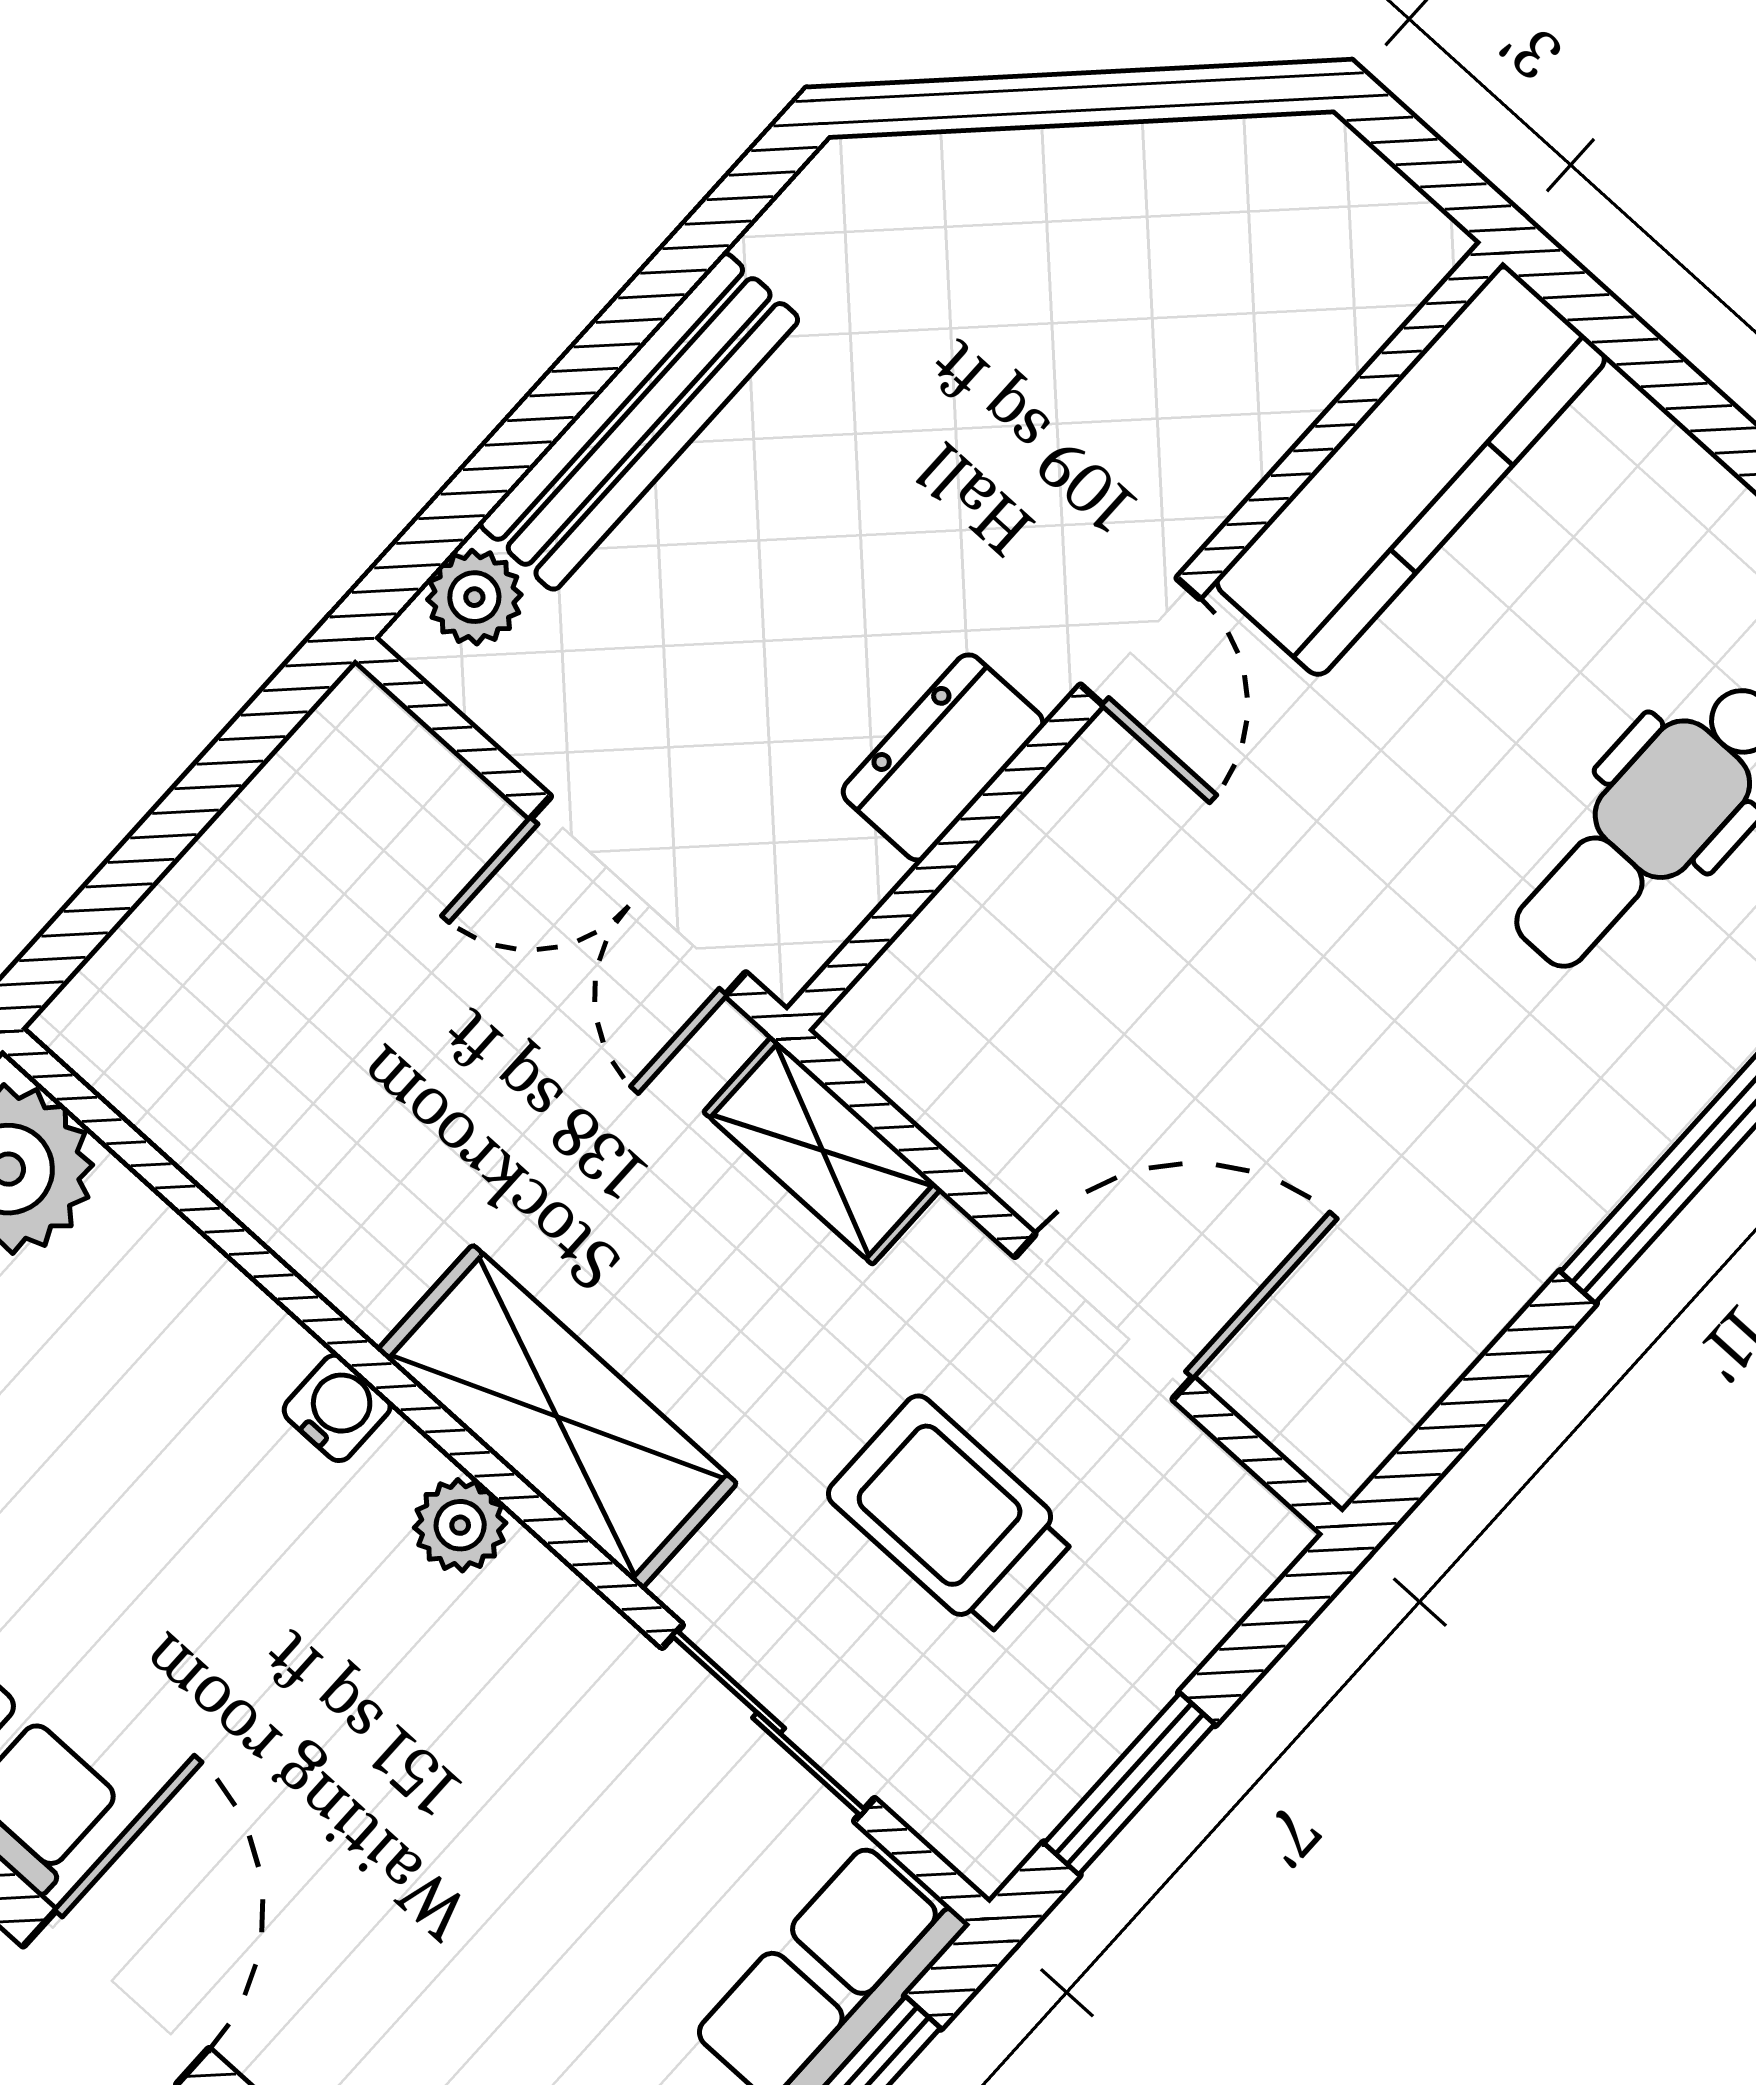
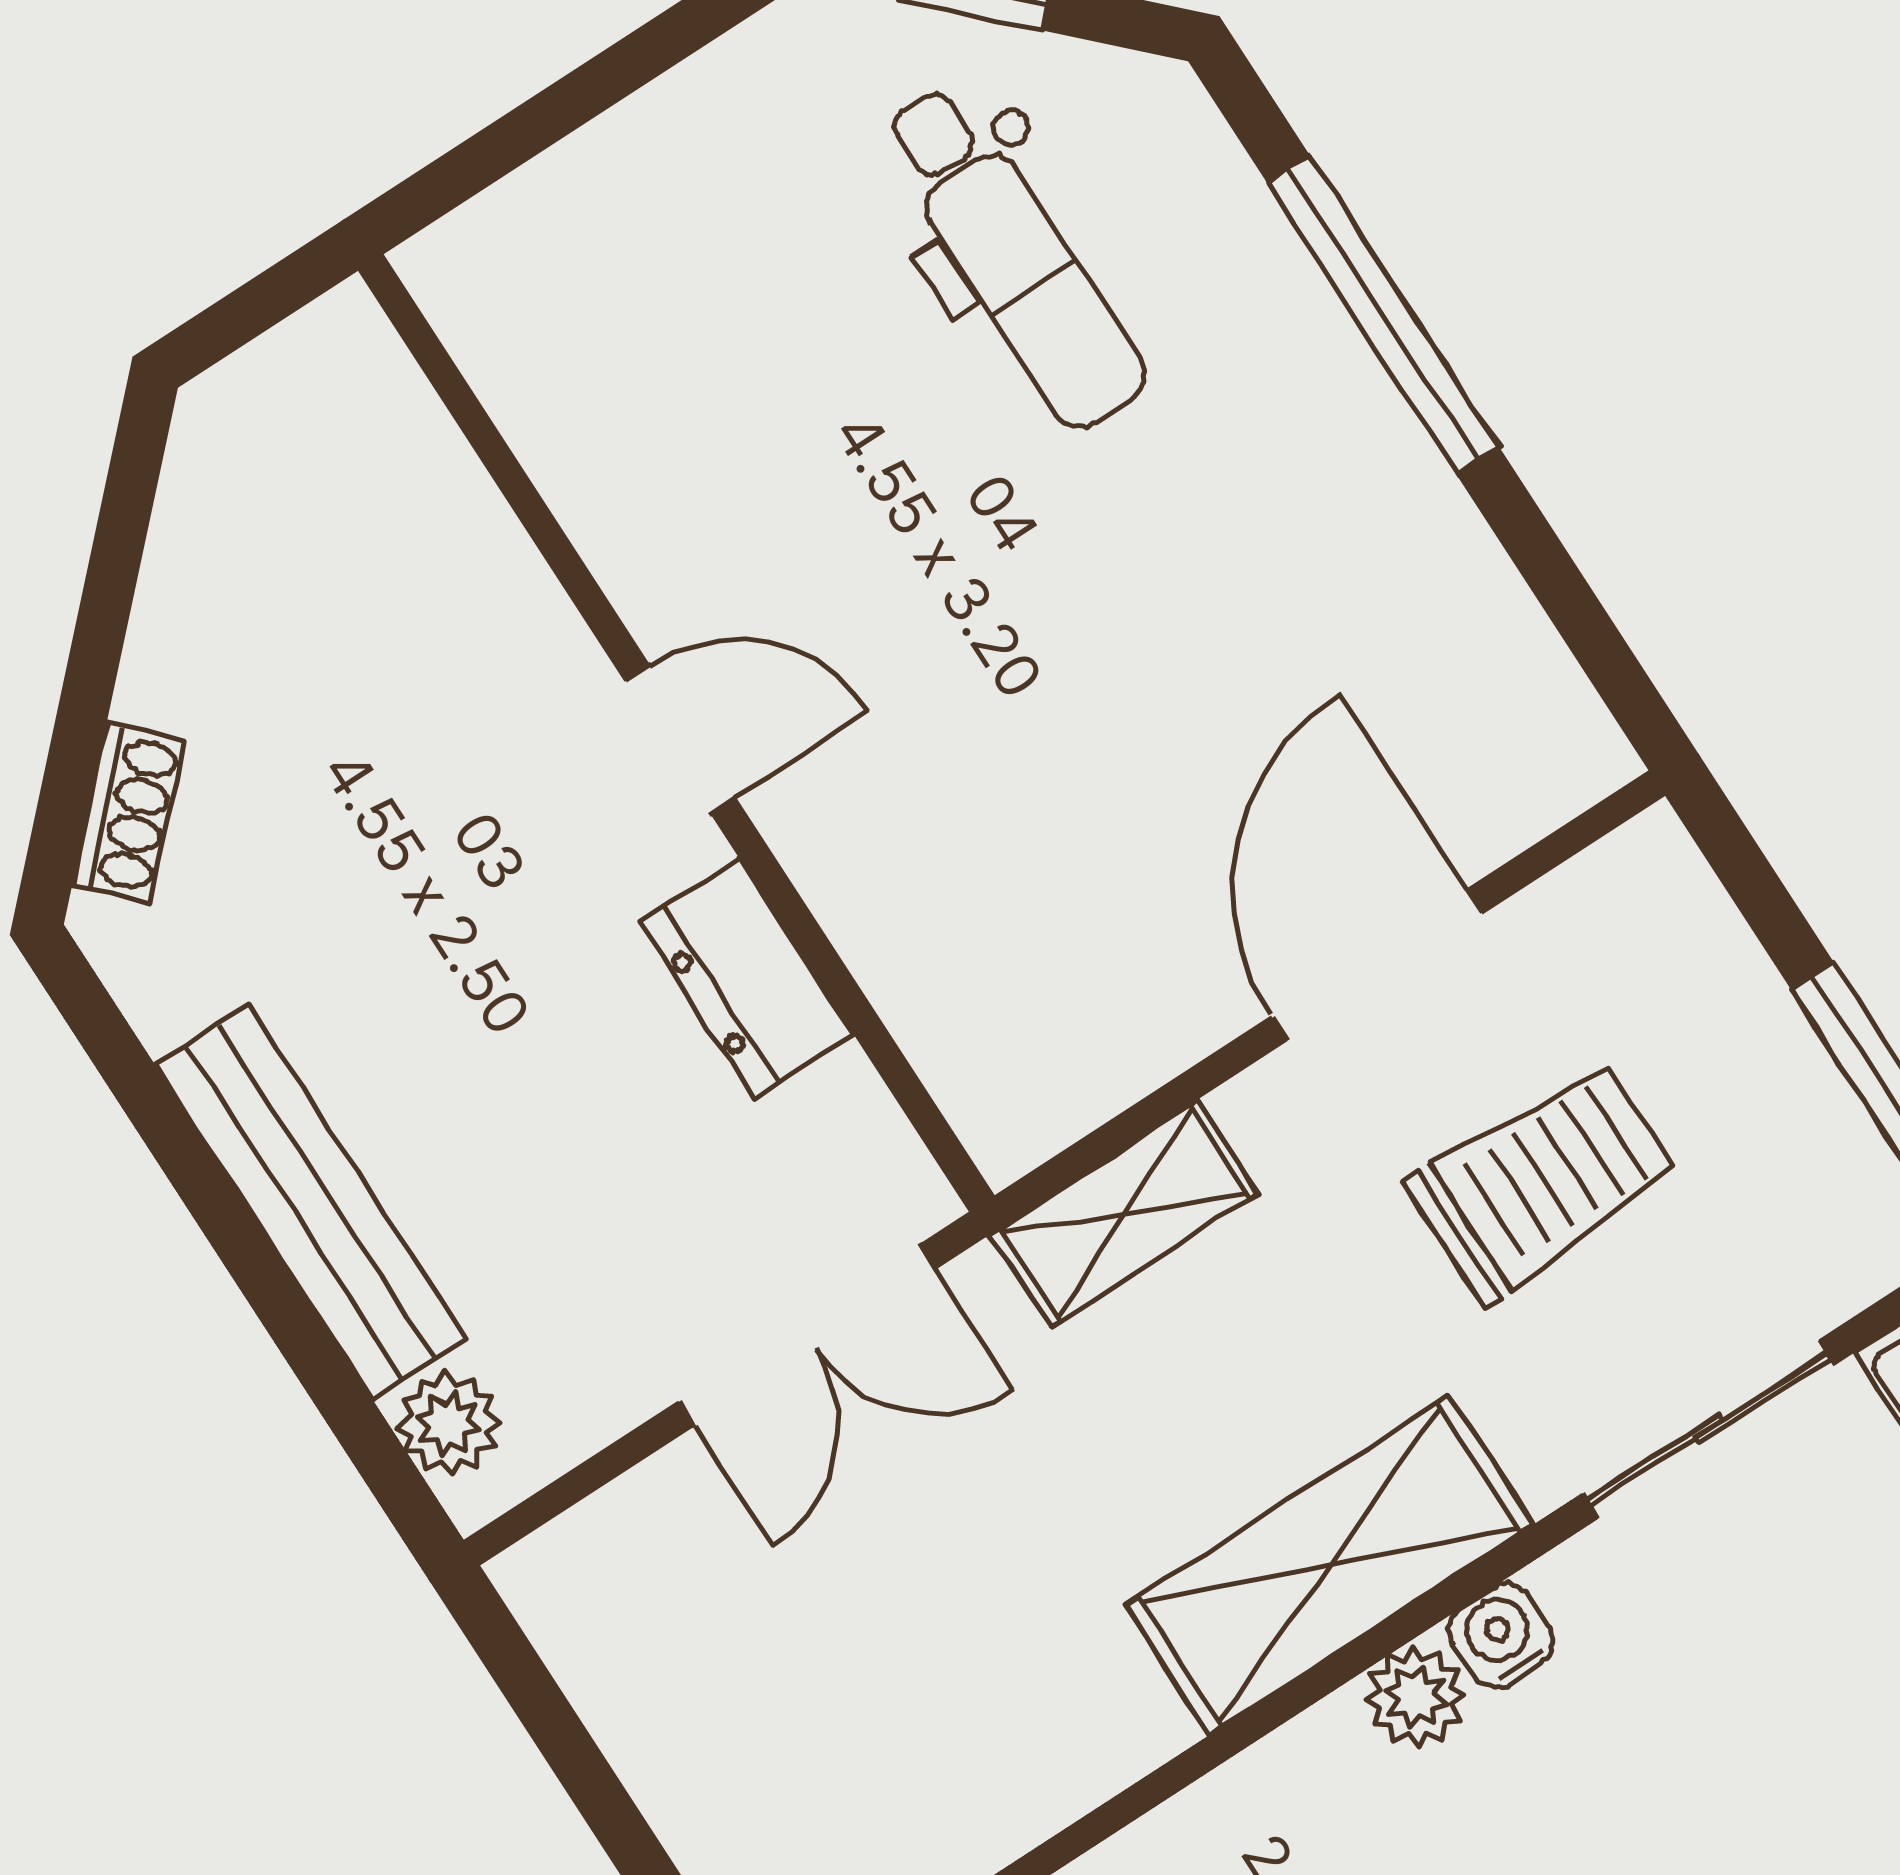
shoe rack: (944, 166) -> (129, 813), added
kitchen counter: (1411, 471) -> (577, 409), removed
water cooler: (337, 1408) -> (1501, 1636), moved
trolley: (951, 1515) -> (1542, 1181), turned 180

